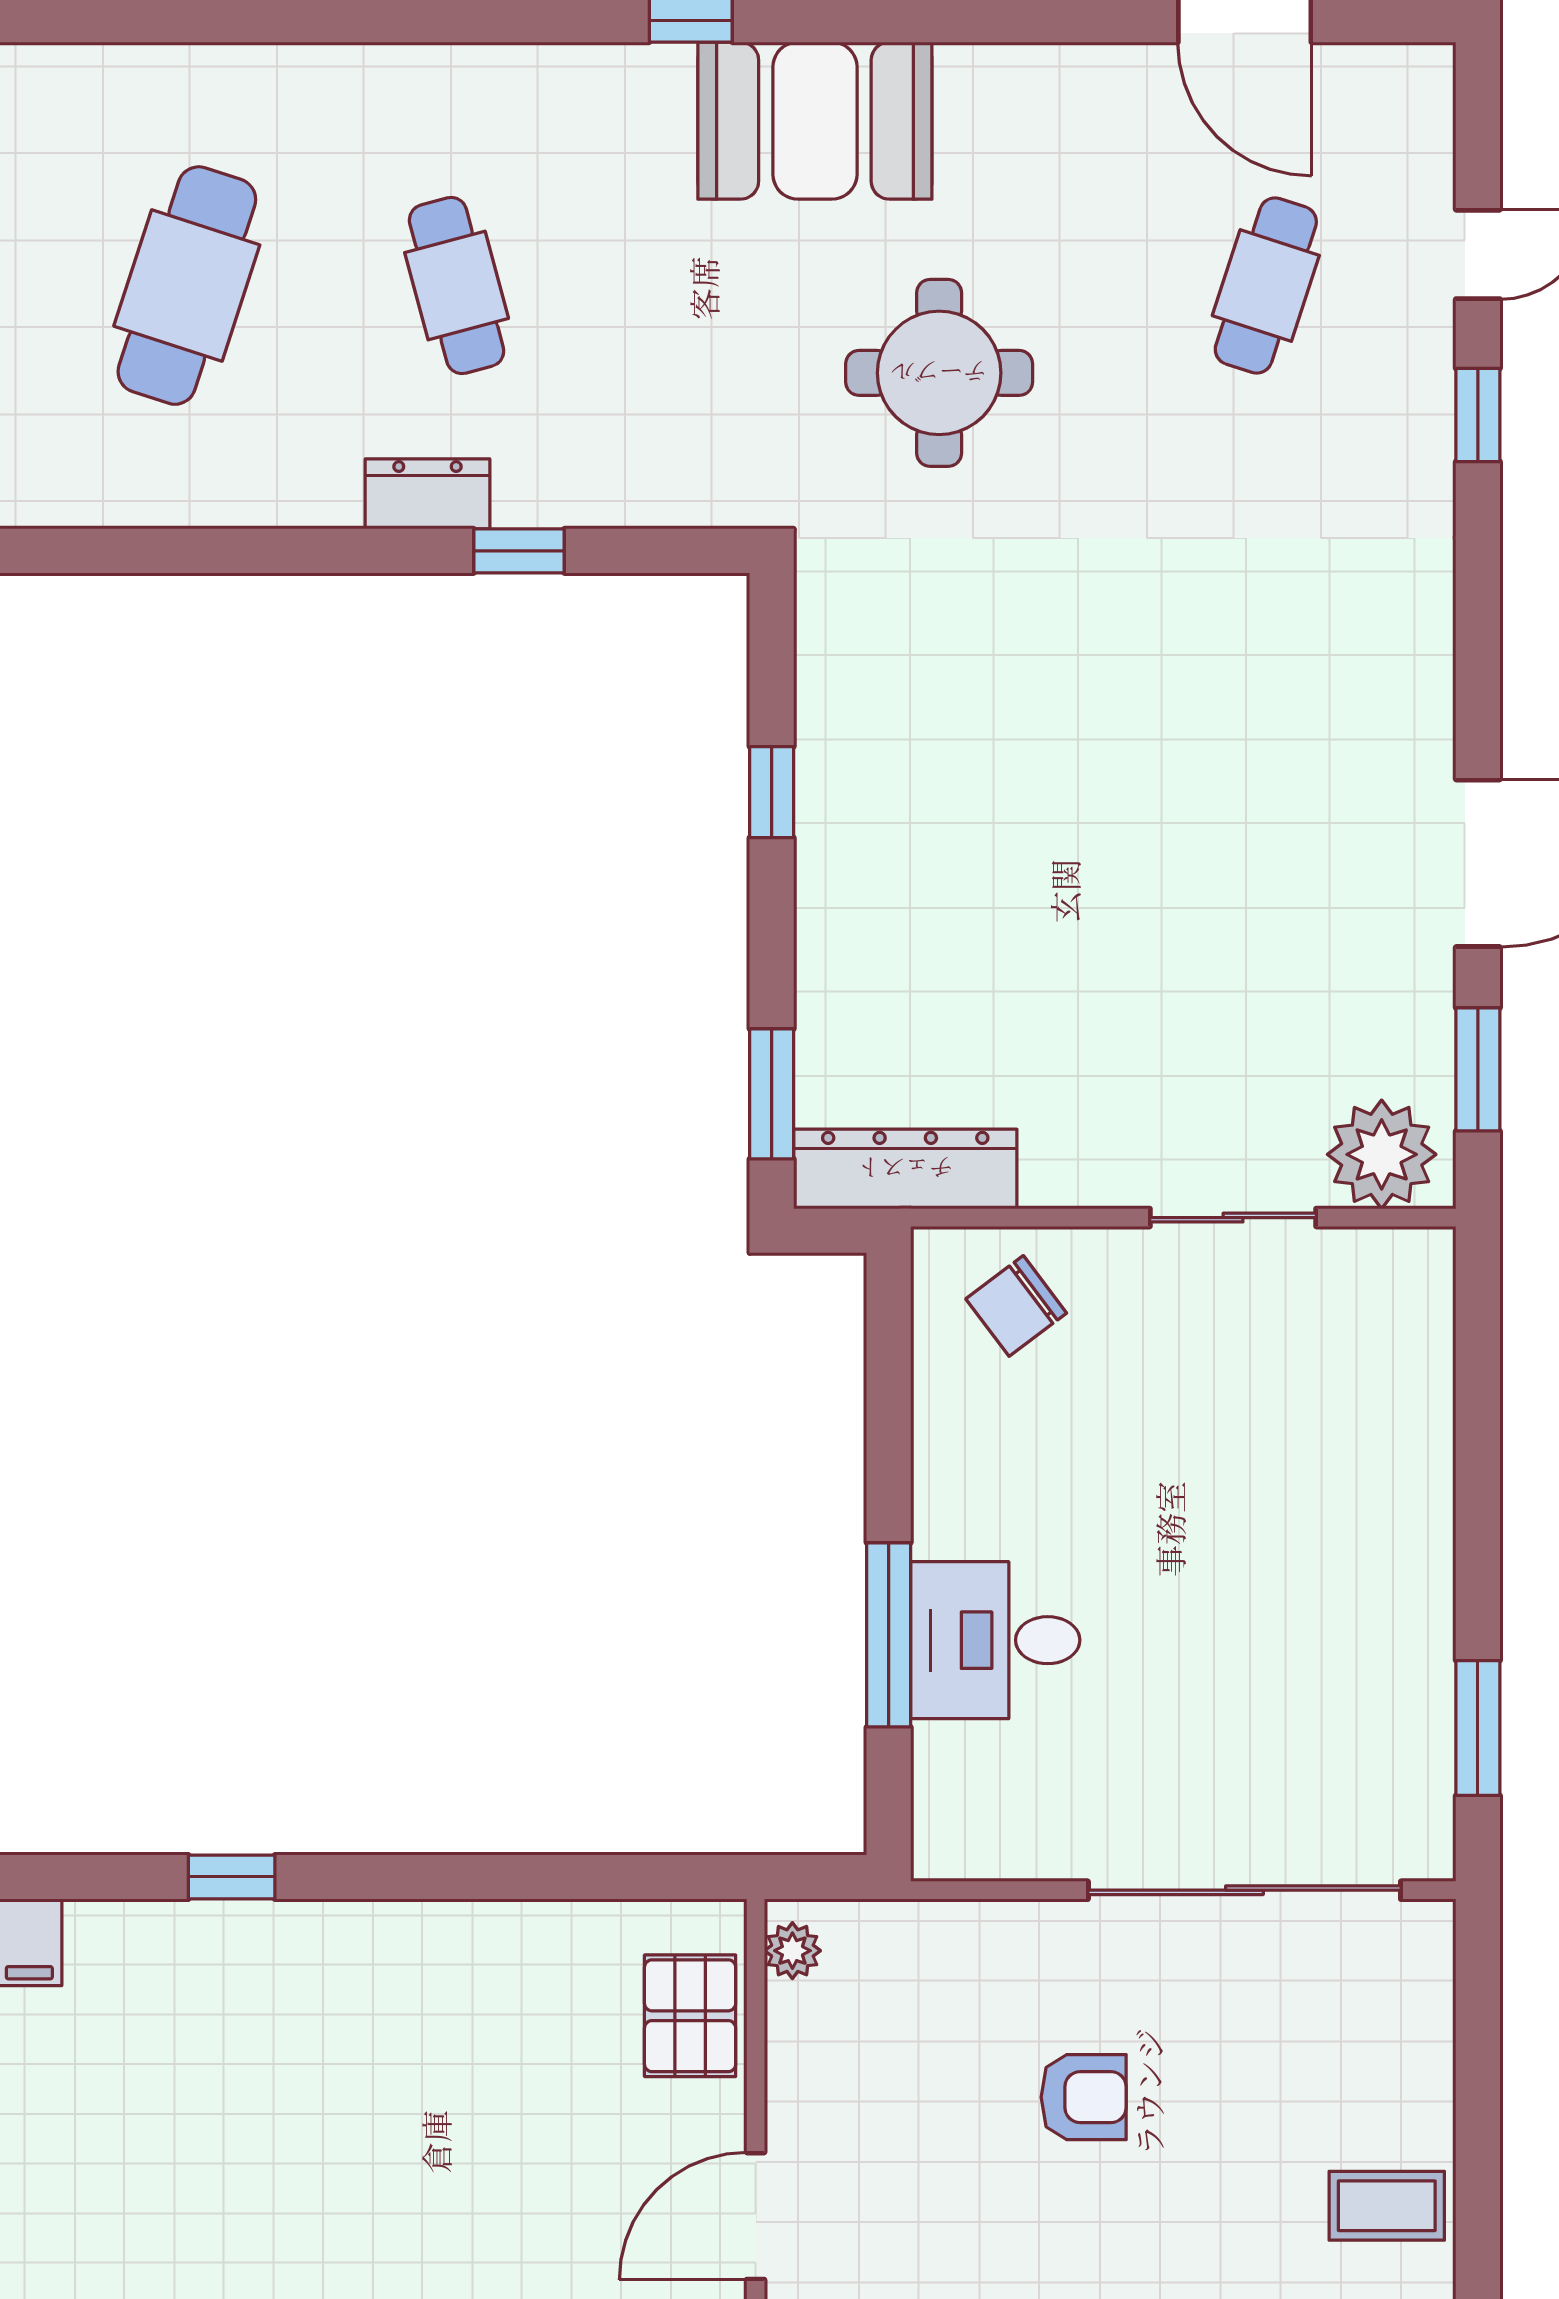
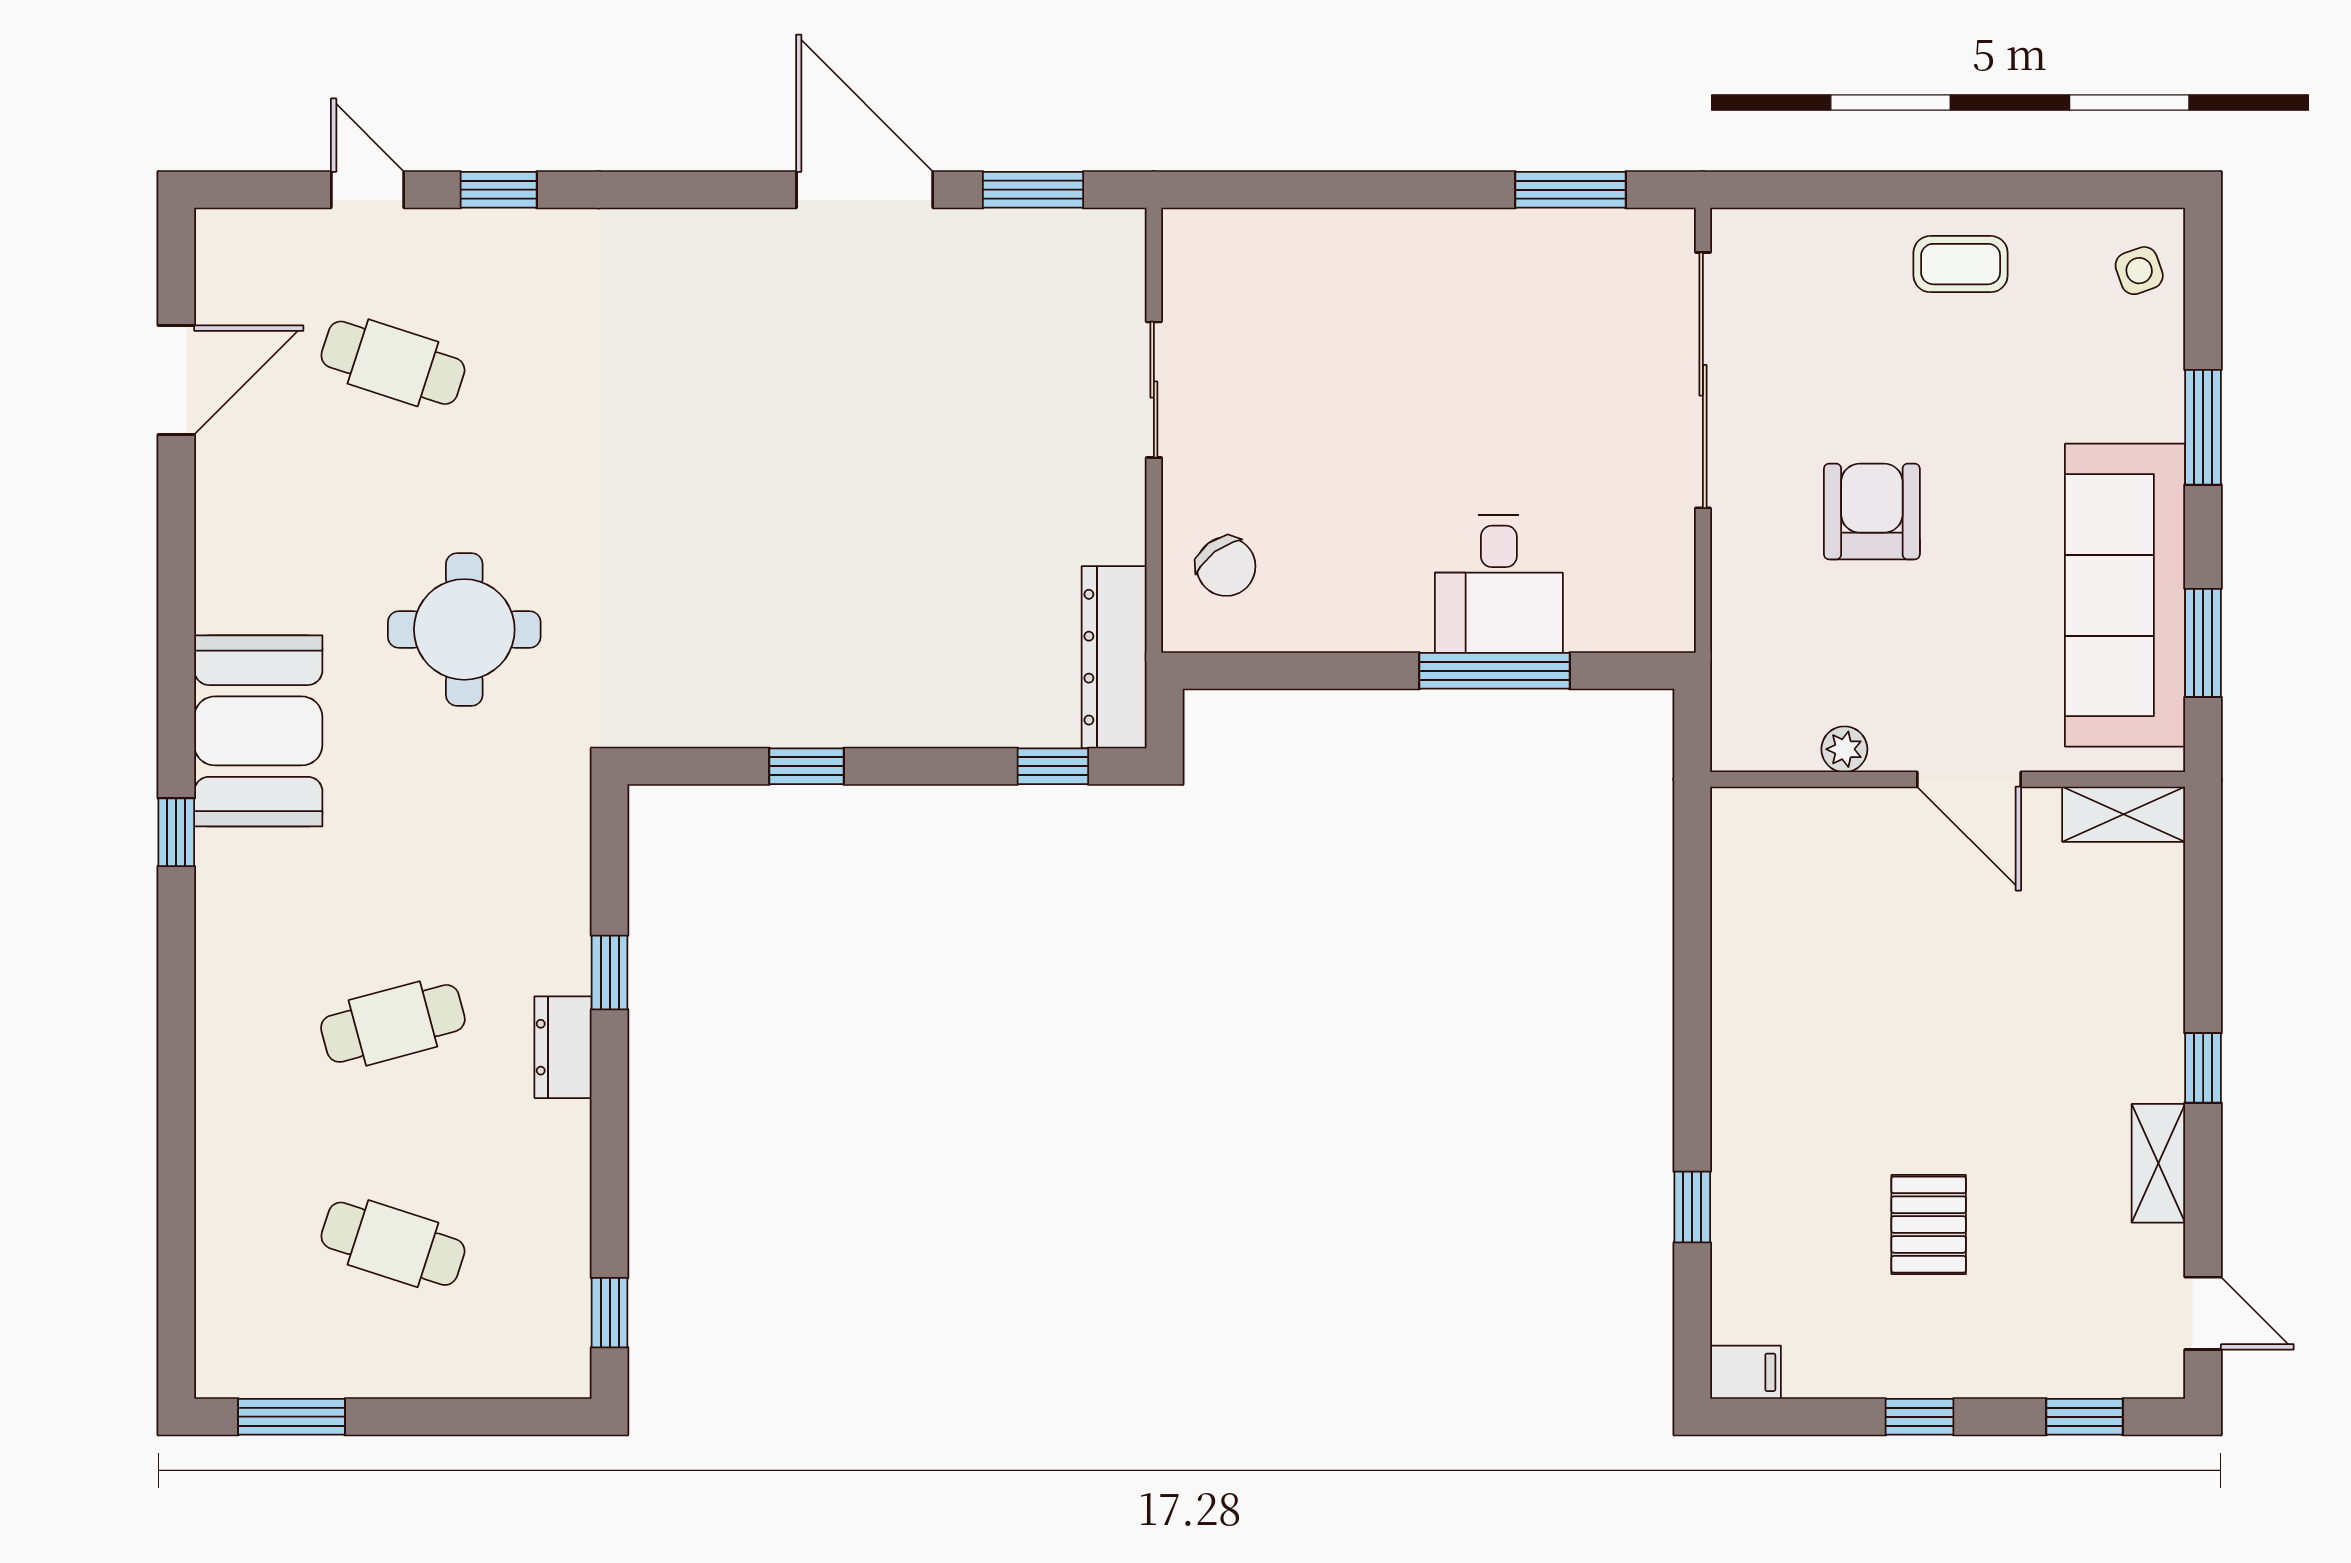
cafe table: (187, 286) -> (393, 1244), width x0.73, depth x0.74
window: (102, 551) -> (610, 1313), added
window: (772, 1094) -> (1053, 766), width x0.67
plant: (1382, 1154) -> (1102, 268), removed
plant: (792, 1951) -> (1844, 749), moved
pallet: (690, 2016) -> (1929, 1225), moved, turned 90
armchair: (1084, 2097) -> (1872, 512), width x1.38, depth x1.38
coffee table: (1387, 2206) -> (1961, 264), turned 90

